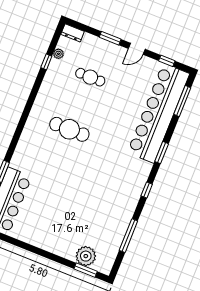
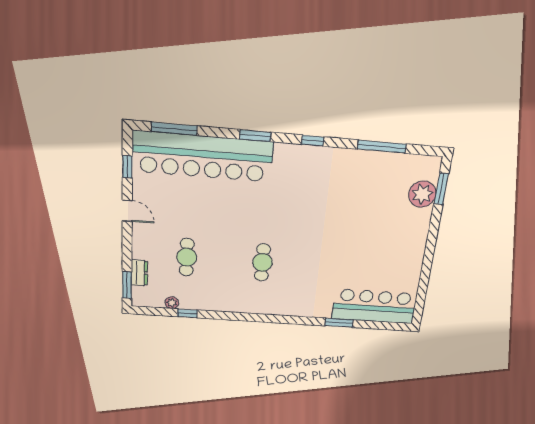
dresser: (73, 33) -> (139, 273), moved
window: (110, 38) -> (127, 285), moved
cafe table: (69, 129) -> (262, 262), width x0.73, depth x0.74

